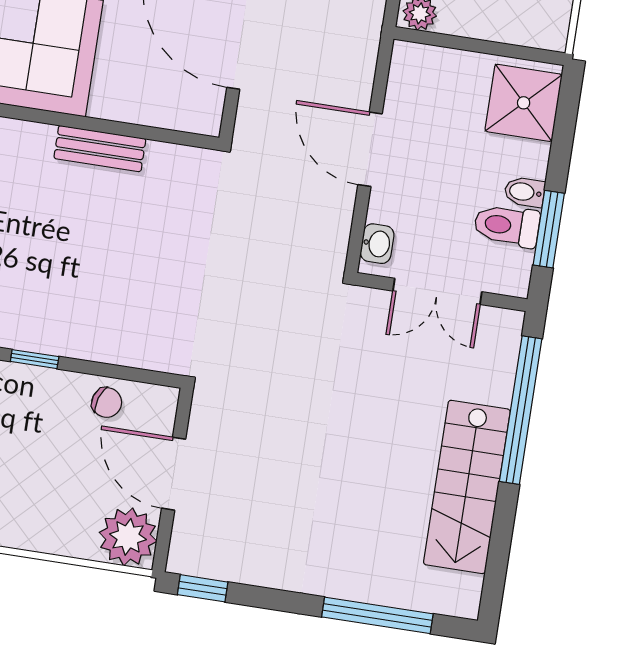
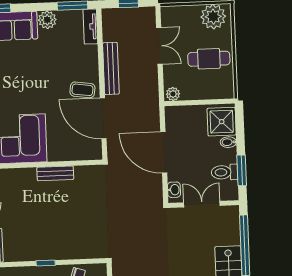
door: (370, 149) -> (164, 152), width x1.36
bidet: (524, 192) -> (228, 142), moved
double door: (437, 291) -> (202, 204), swing flipped

